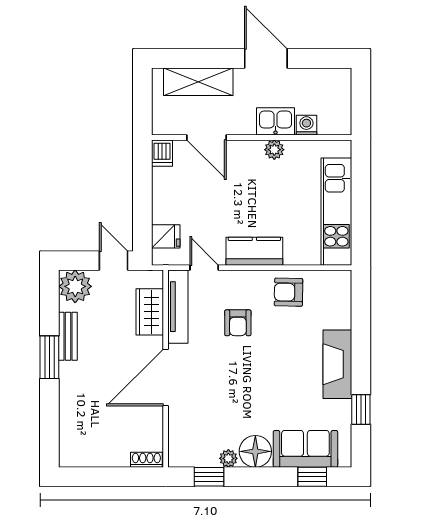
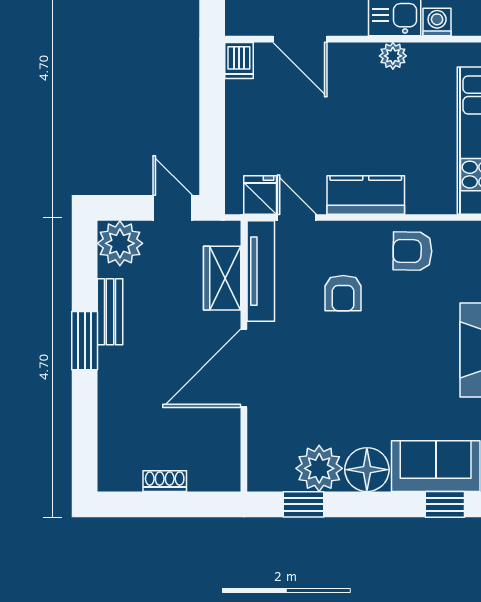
fridge: (166, 236) -> (260, 195), moved, turned -90
plant: (228, 458) -> (319, 468), width x1.88, depth x1.88
shoe rack: (146, 460) -> (165, 481), moved

